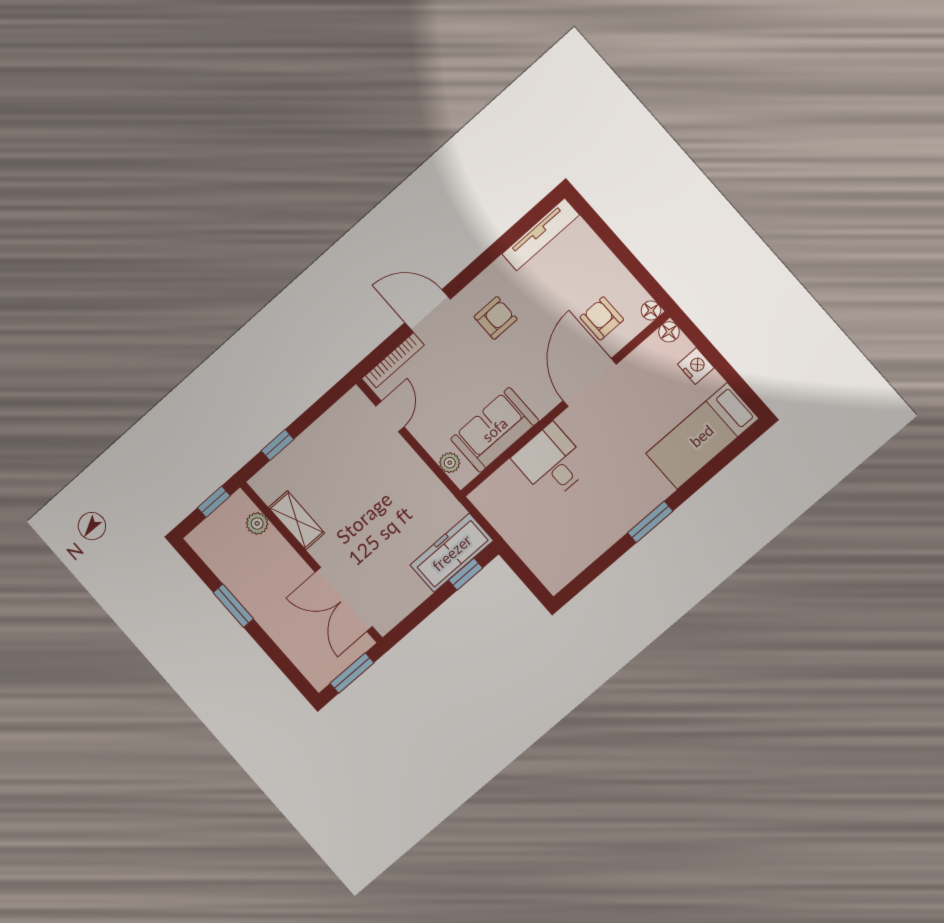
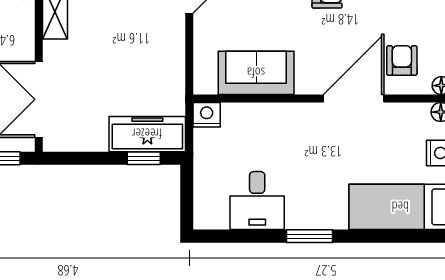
desk: (551, 462) -> (257, 201), moved, turned 180
plant: (450, 463) -> (203, 68), removed
nightstand: (485, 497) -> (207, 115), added

